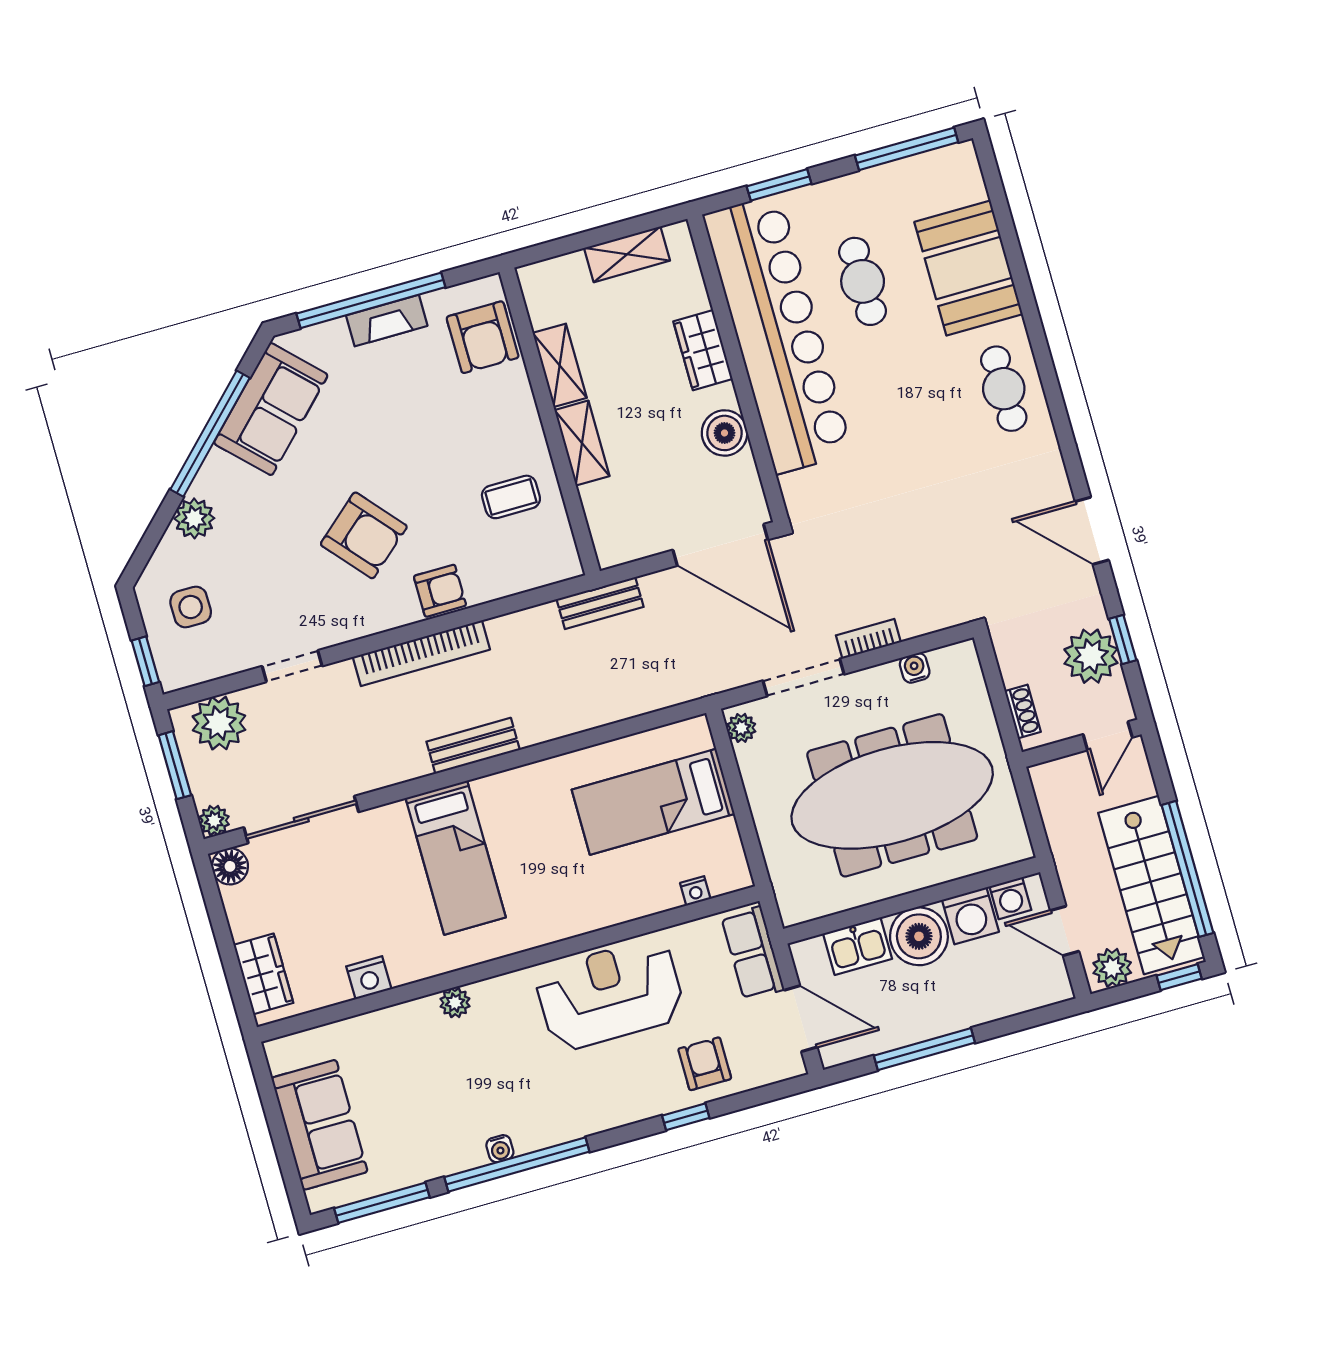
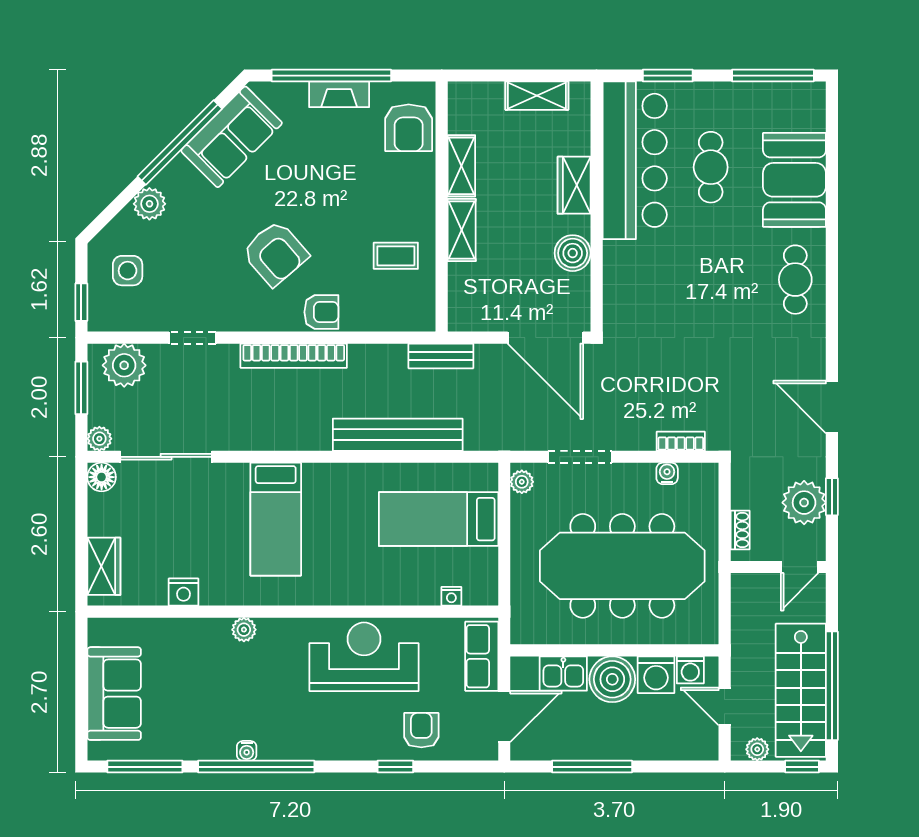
bar counter: (778, 334) -> (635, 160), width x0.73
bookcase: (868, 639) -> (681, 441), moved
bench: (473, 746) -> (398, 435), moved, width x1.86, depth x1.21
plant: (1112, 968) -> (757, 749), width x0.73, depth x0.73
door: (801, 1019) -> (504, 717), hinge flipped

